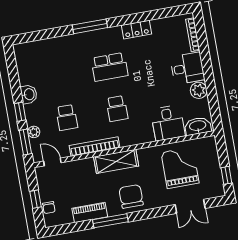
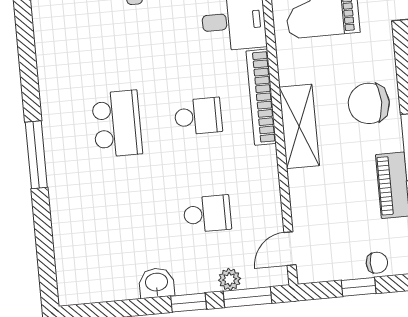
locker: (136, 30) -> (50, 66), removed
bookcase: (95, 147) -> (261, 97), moved

